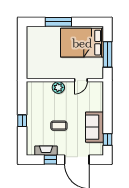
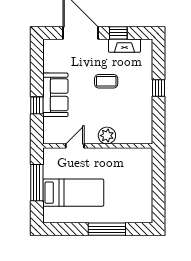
bed: (82, 43) -> (73, 193), width x0.67
sofa: (94, 127) -> (55, 95), moved
window: (108, 140) -> (37, 105), moved

